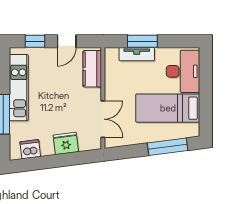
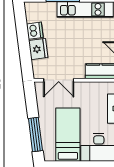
dishwasher: (30, 149) -> (35, 31), moved

